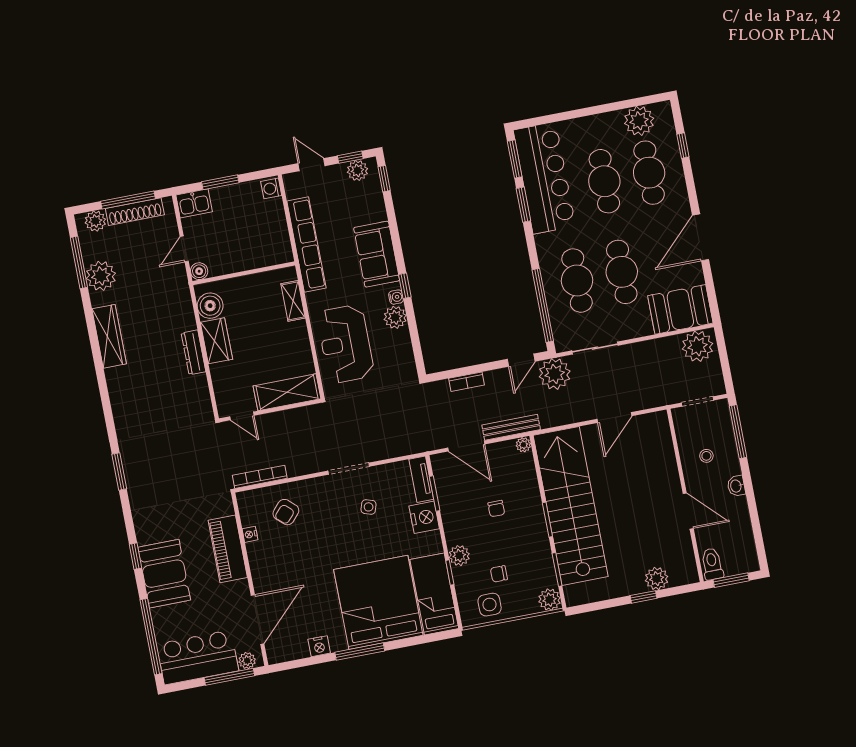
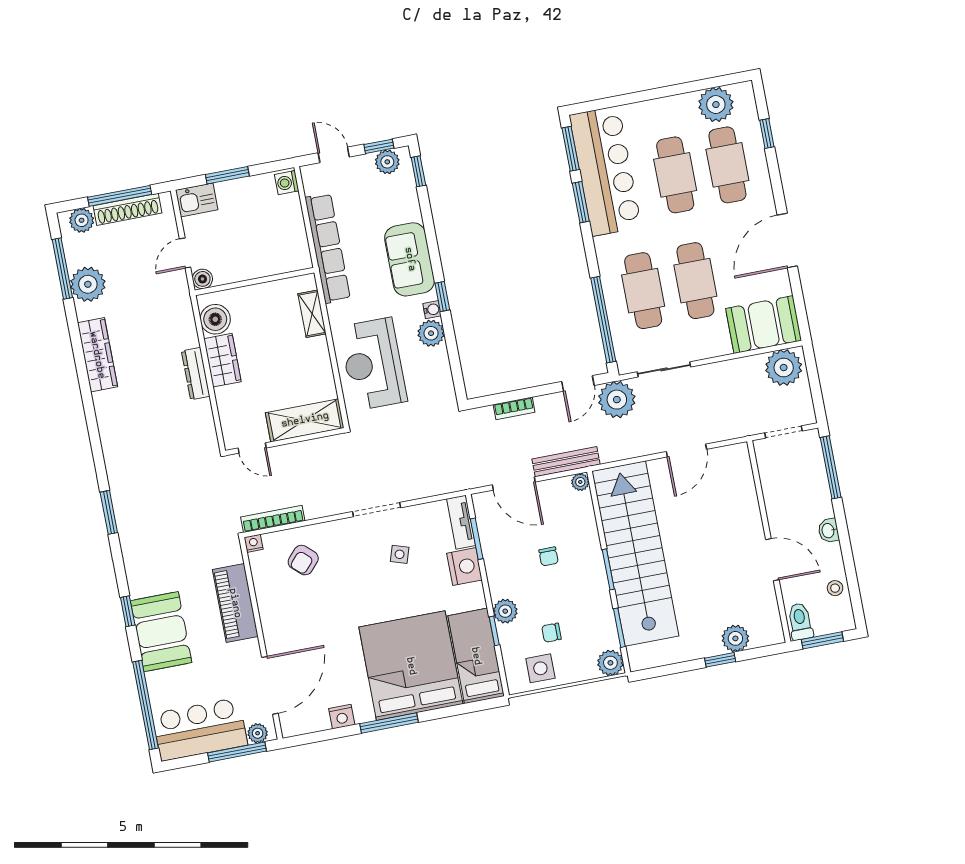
stool: (706, 456) -> (835, 588), moved
nightstand: (250, 534) -> (254, 543), moved, turned 90

